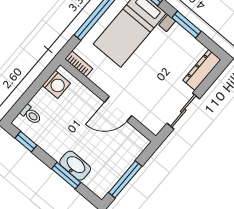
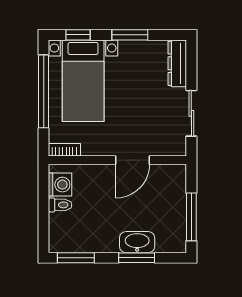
toilet: (31, 115) -> (60, 205), moved
window: (26, 142) -> (76, 258), width x1.50

